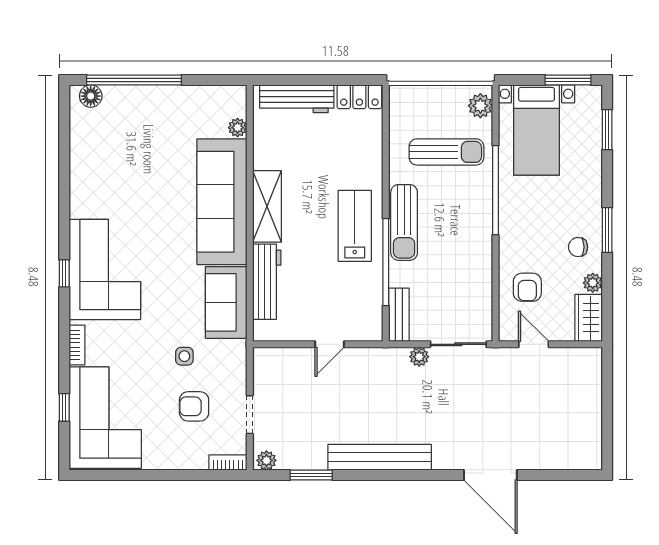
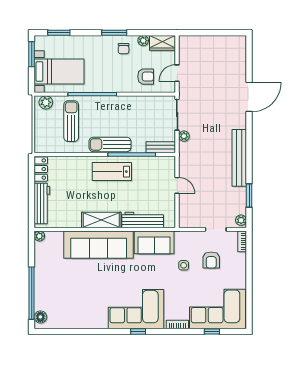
plant: (238, 128) -> (39, 236), moved
sun lounger: (404, 222) -> (110, 144), turned 180

